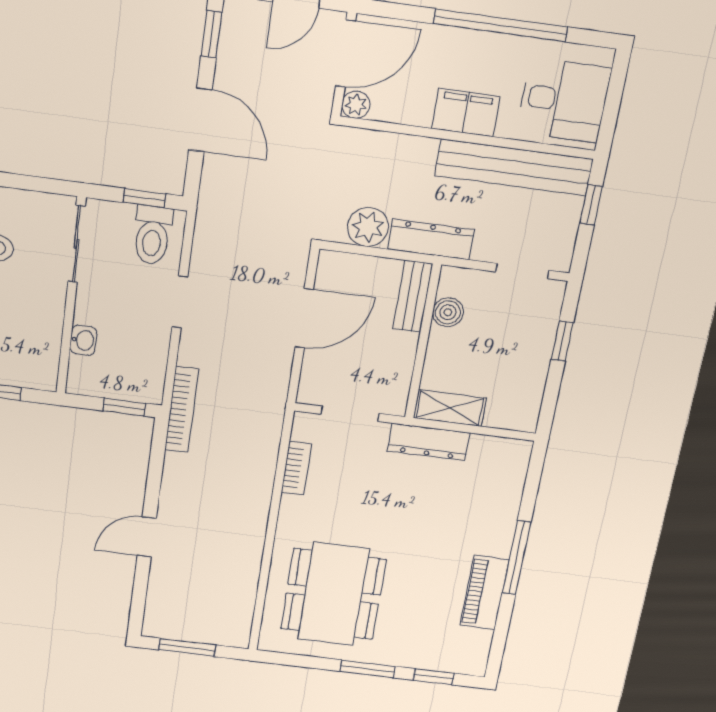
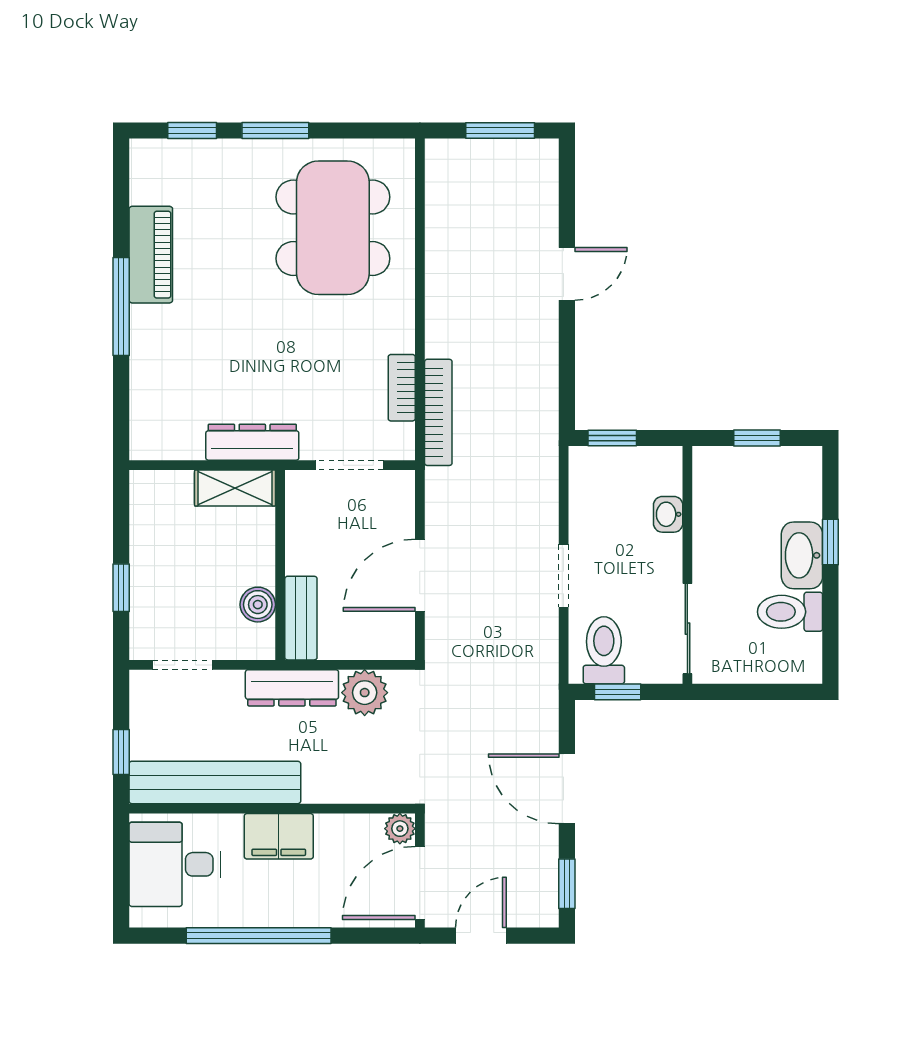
bookcase: (182, 410) -> (438, 412), moved, turned 180

